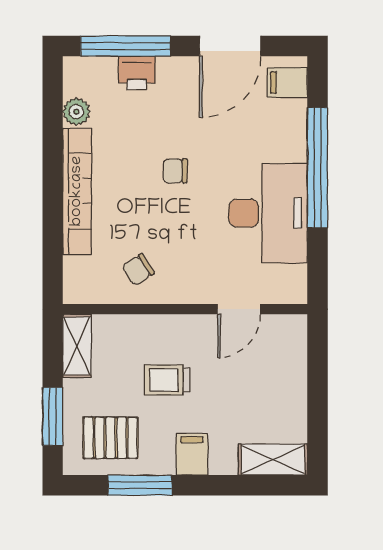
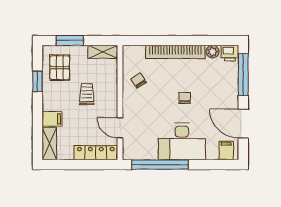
printer: (137, 73) -> (230, 53), moved, turned -90
window: (318, 168) -> (160, 165), moved
desk: (268, 213) -> (182, 141), moved
locker: (292, 361) -> (96, 153), added
filing cabinet: (192, 454) -> (52, 119), moved
window: (140, 485) -> (37, 81), width x0.67

